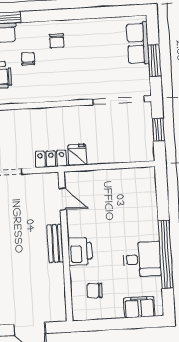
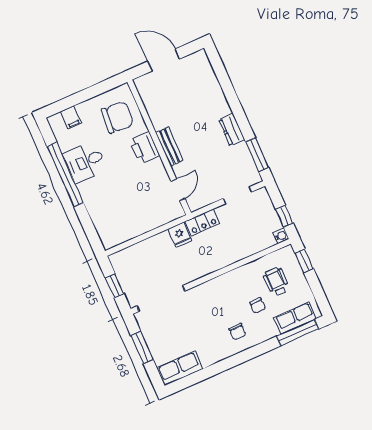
chair: (57, 41) -> (237, 332), turned 180
row of seats: (138, 43) -> (180, 368), moved, turned -90
door: (63, 199) -> (178, 190), swing flipped
chair: (95, 291) -> (117, 117), width x1.87, depth x1.87
filing cabinet: (139, 307) -> (71, 117), width x0.50

